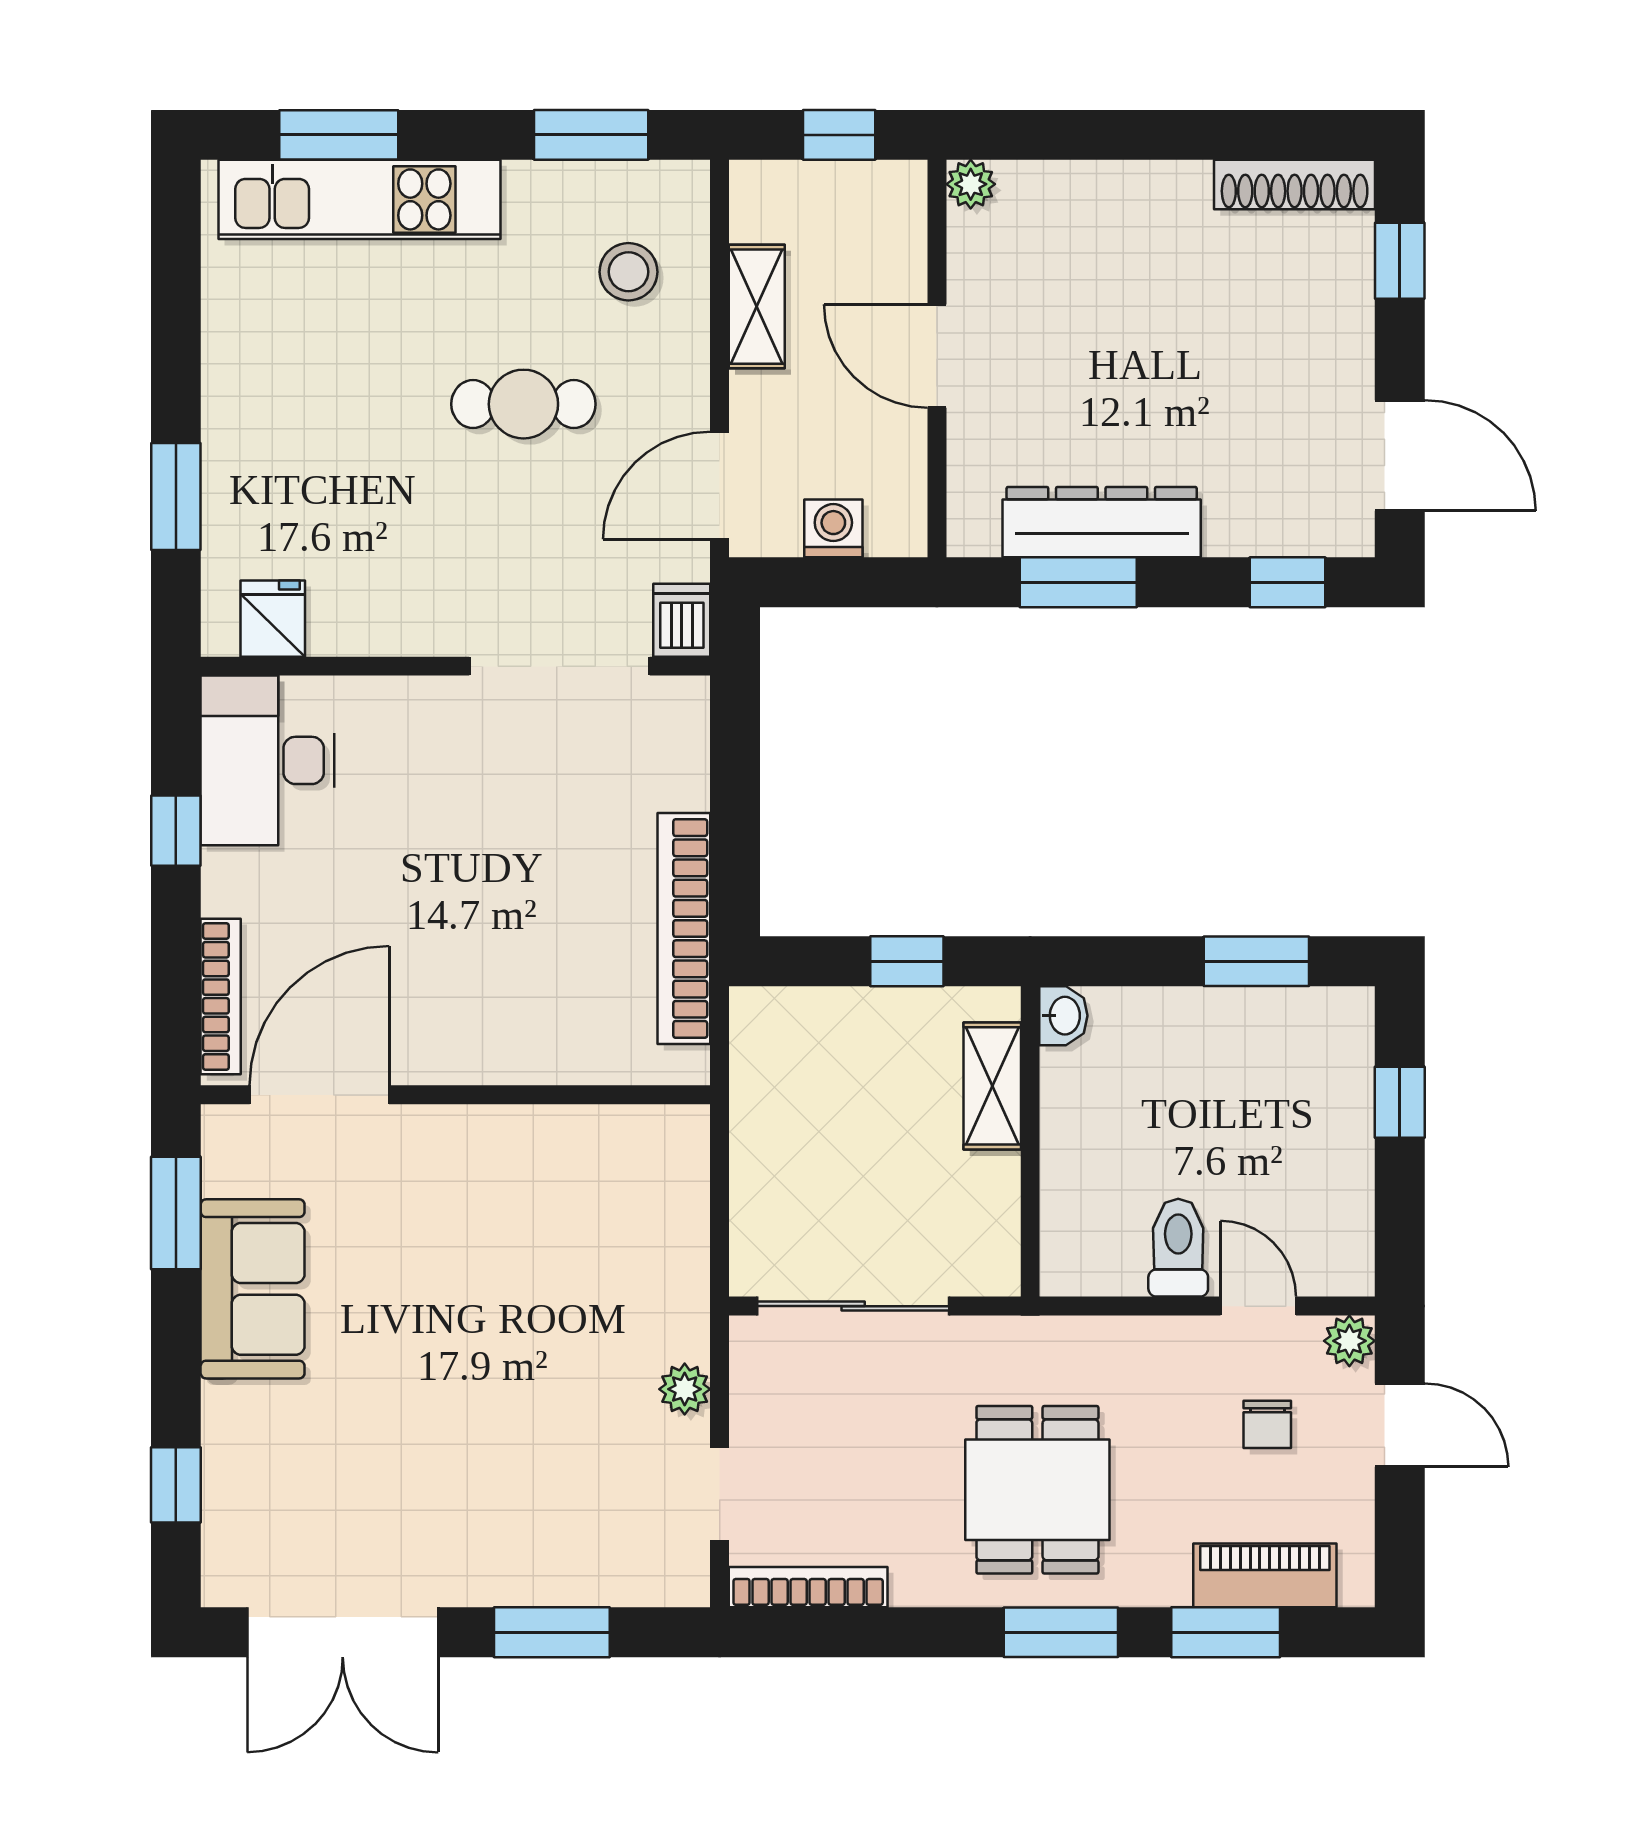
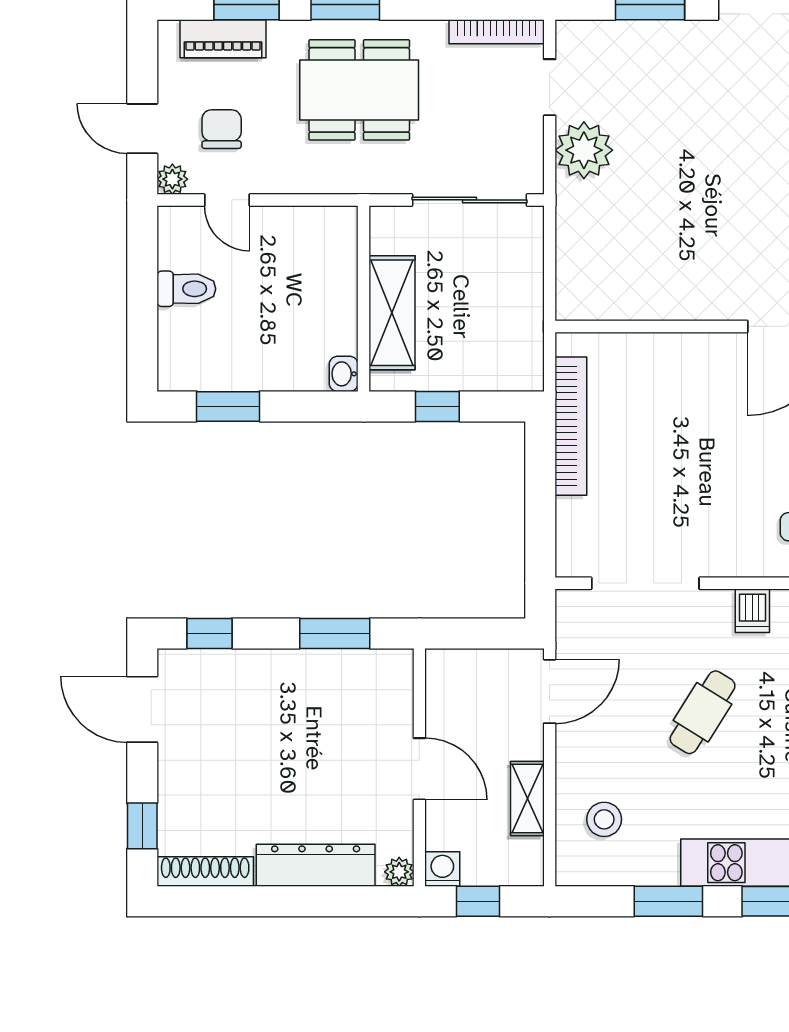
window: (591, 135) -> (668, 901), moved
cafe table: (523, 404) -> (703, 712), moved, turned -58
dresser: (1102, 522) -> (316, 865), moved, turned 180
washing machine: (833, 528) -> (442, 869), moved, turned 180
dishwasher: (682, 620) -> (752, 611), moved
shelving: (992, 1086) -> (392, 313), width x1.50, depth x1.33
window: (1400, 1102) -> (142, 322), removed
toilet: (1178, 1248) -> (186, 289), moved, turned -90
plant: (685, 1389) -> (584, 150), width x1.88, depth x1.88
chair: (1267, 1424) -> (222, 129), width x1.37, depth x1.37
dining table: (1037, 1490) -> (359, 90), width x1.37

